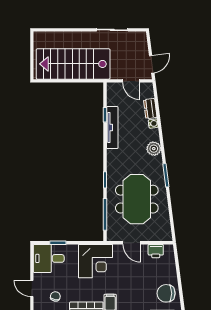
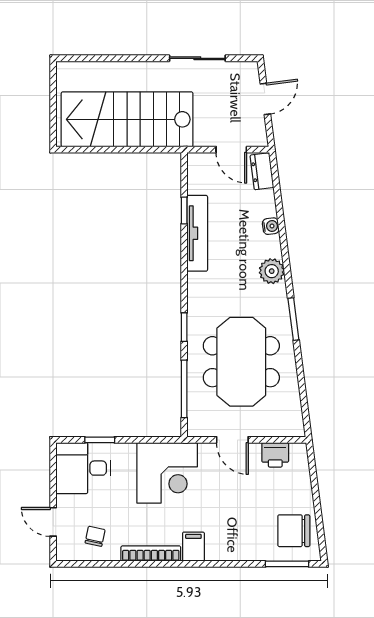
door: (152, 64) -> (265, 99), moved
dresser: (150, 109) -> (262, 171), moved

